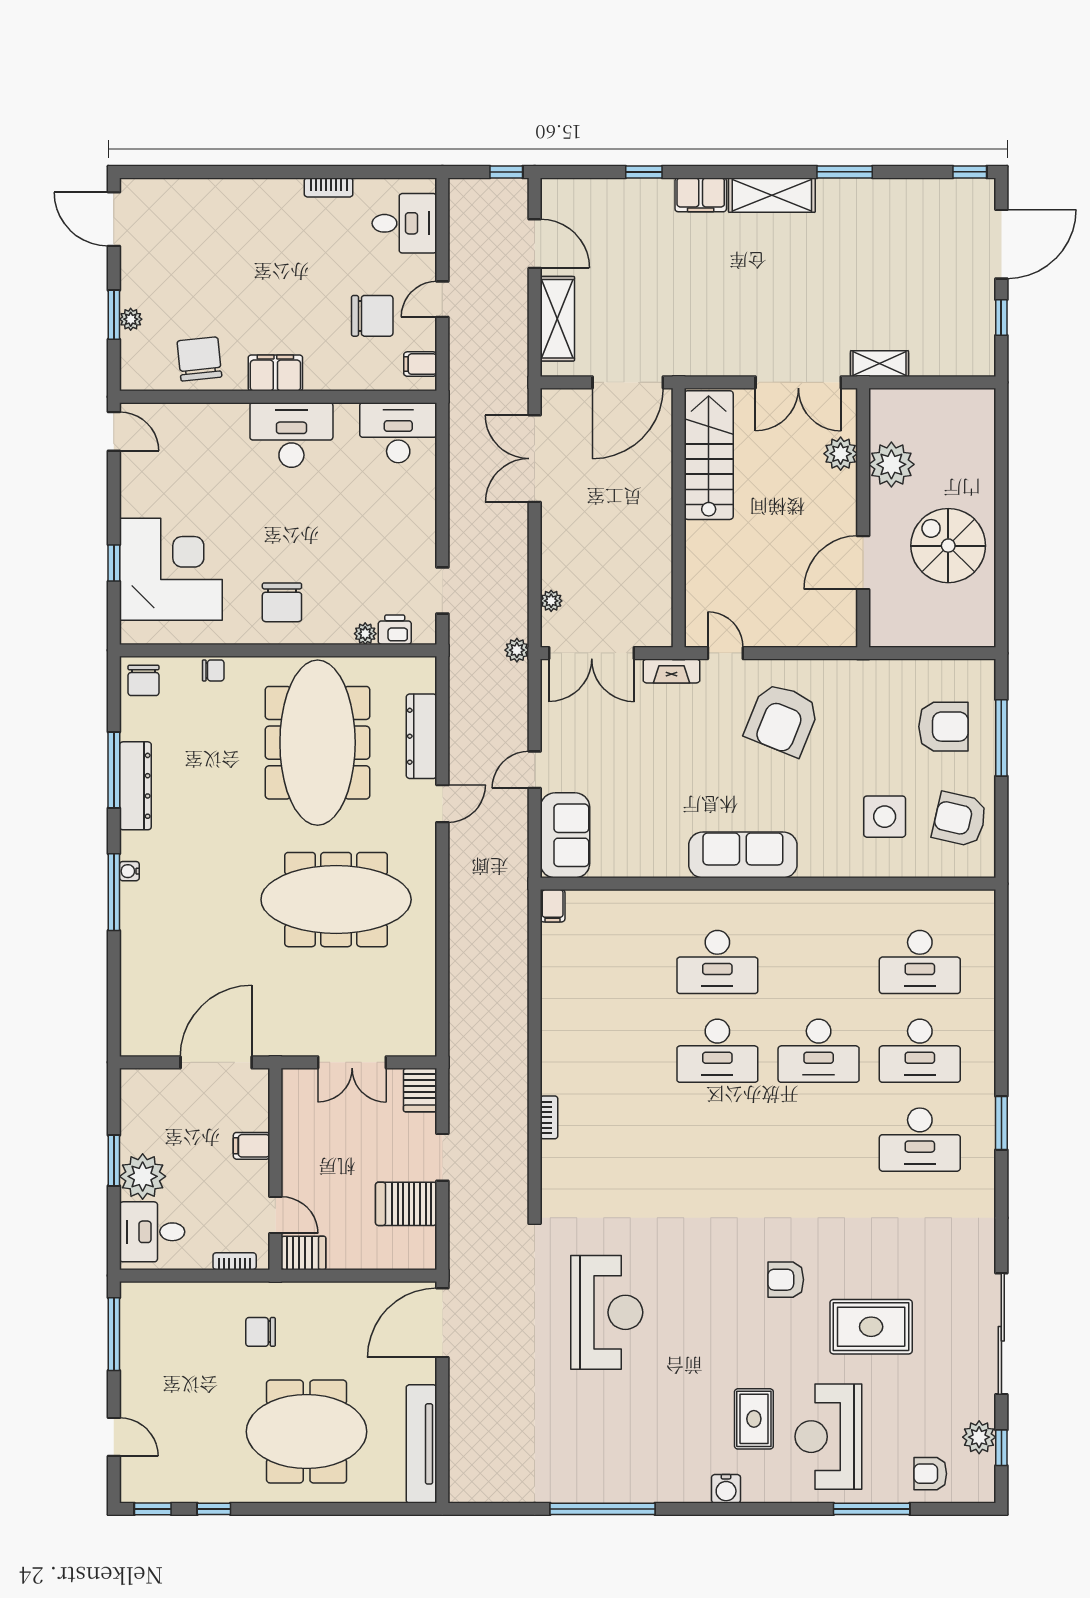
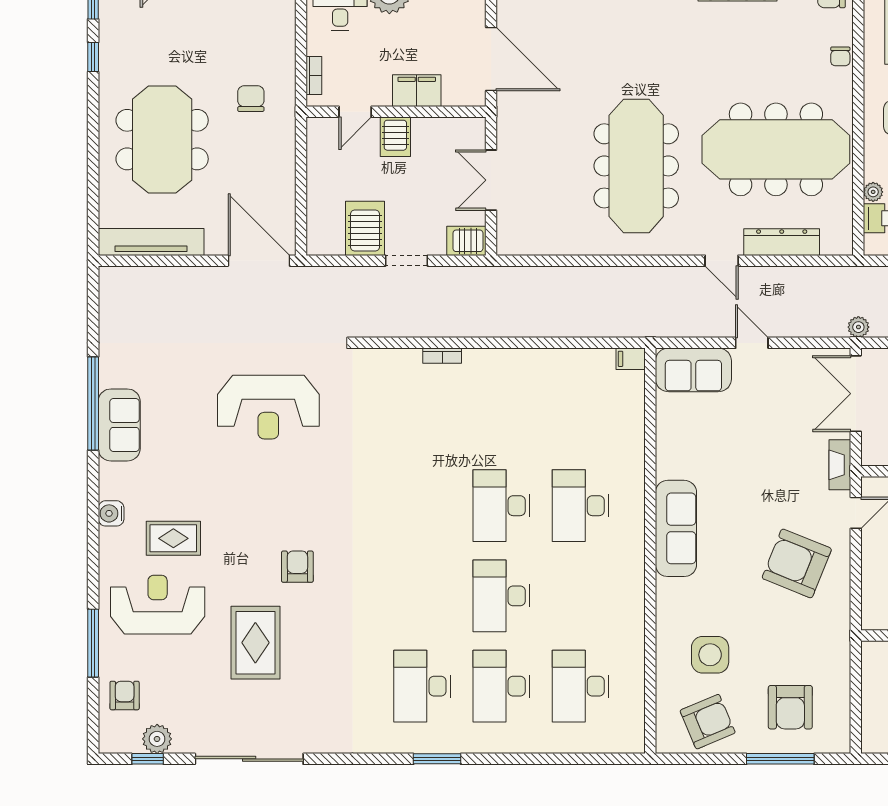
armchair: (960, 819) -> (708, 722), turned 54
filing cabinet: (251, 1146) -> (417, 91), width x2.00
server rack: (303, 1253) -> (395, 137), moved
sofa: (627, 1480) -> (119, 425), added

